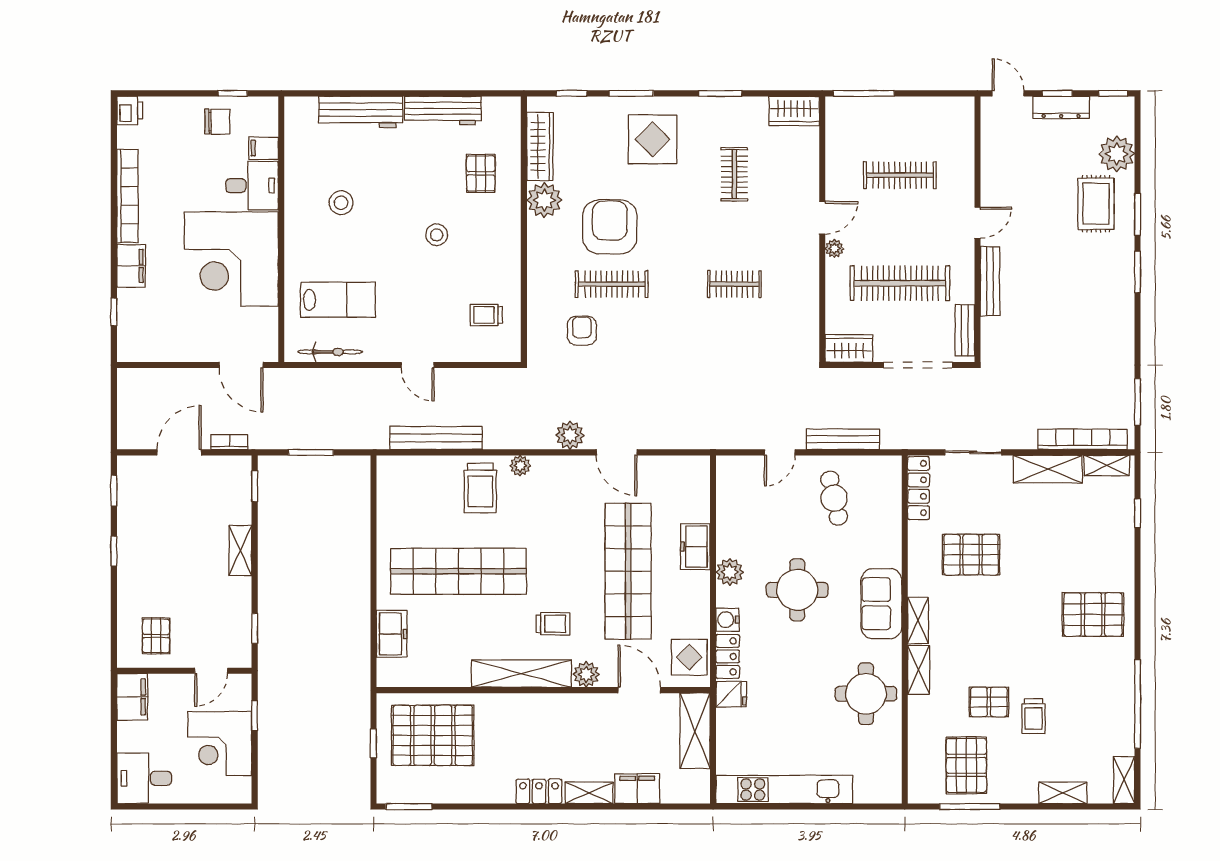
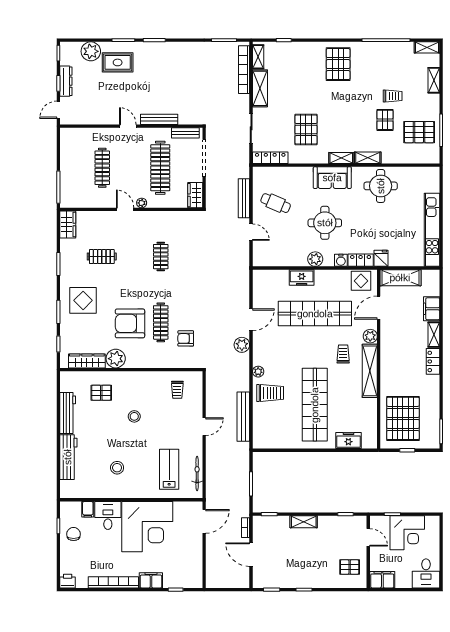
cafe table: (834, 498) -> (276, 203), turned 36

